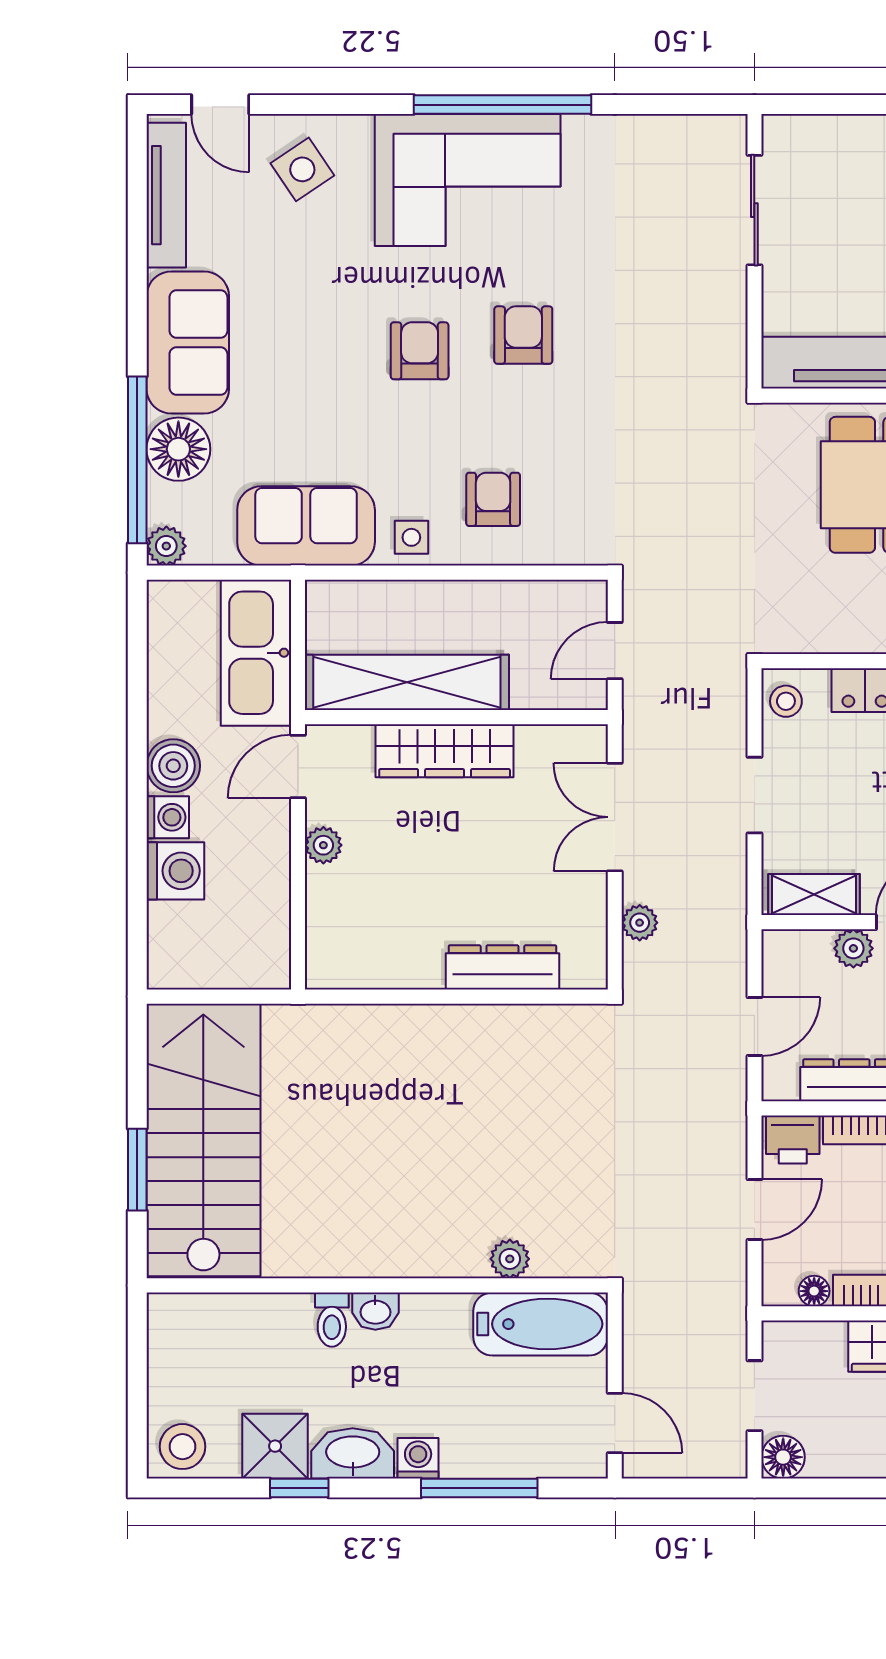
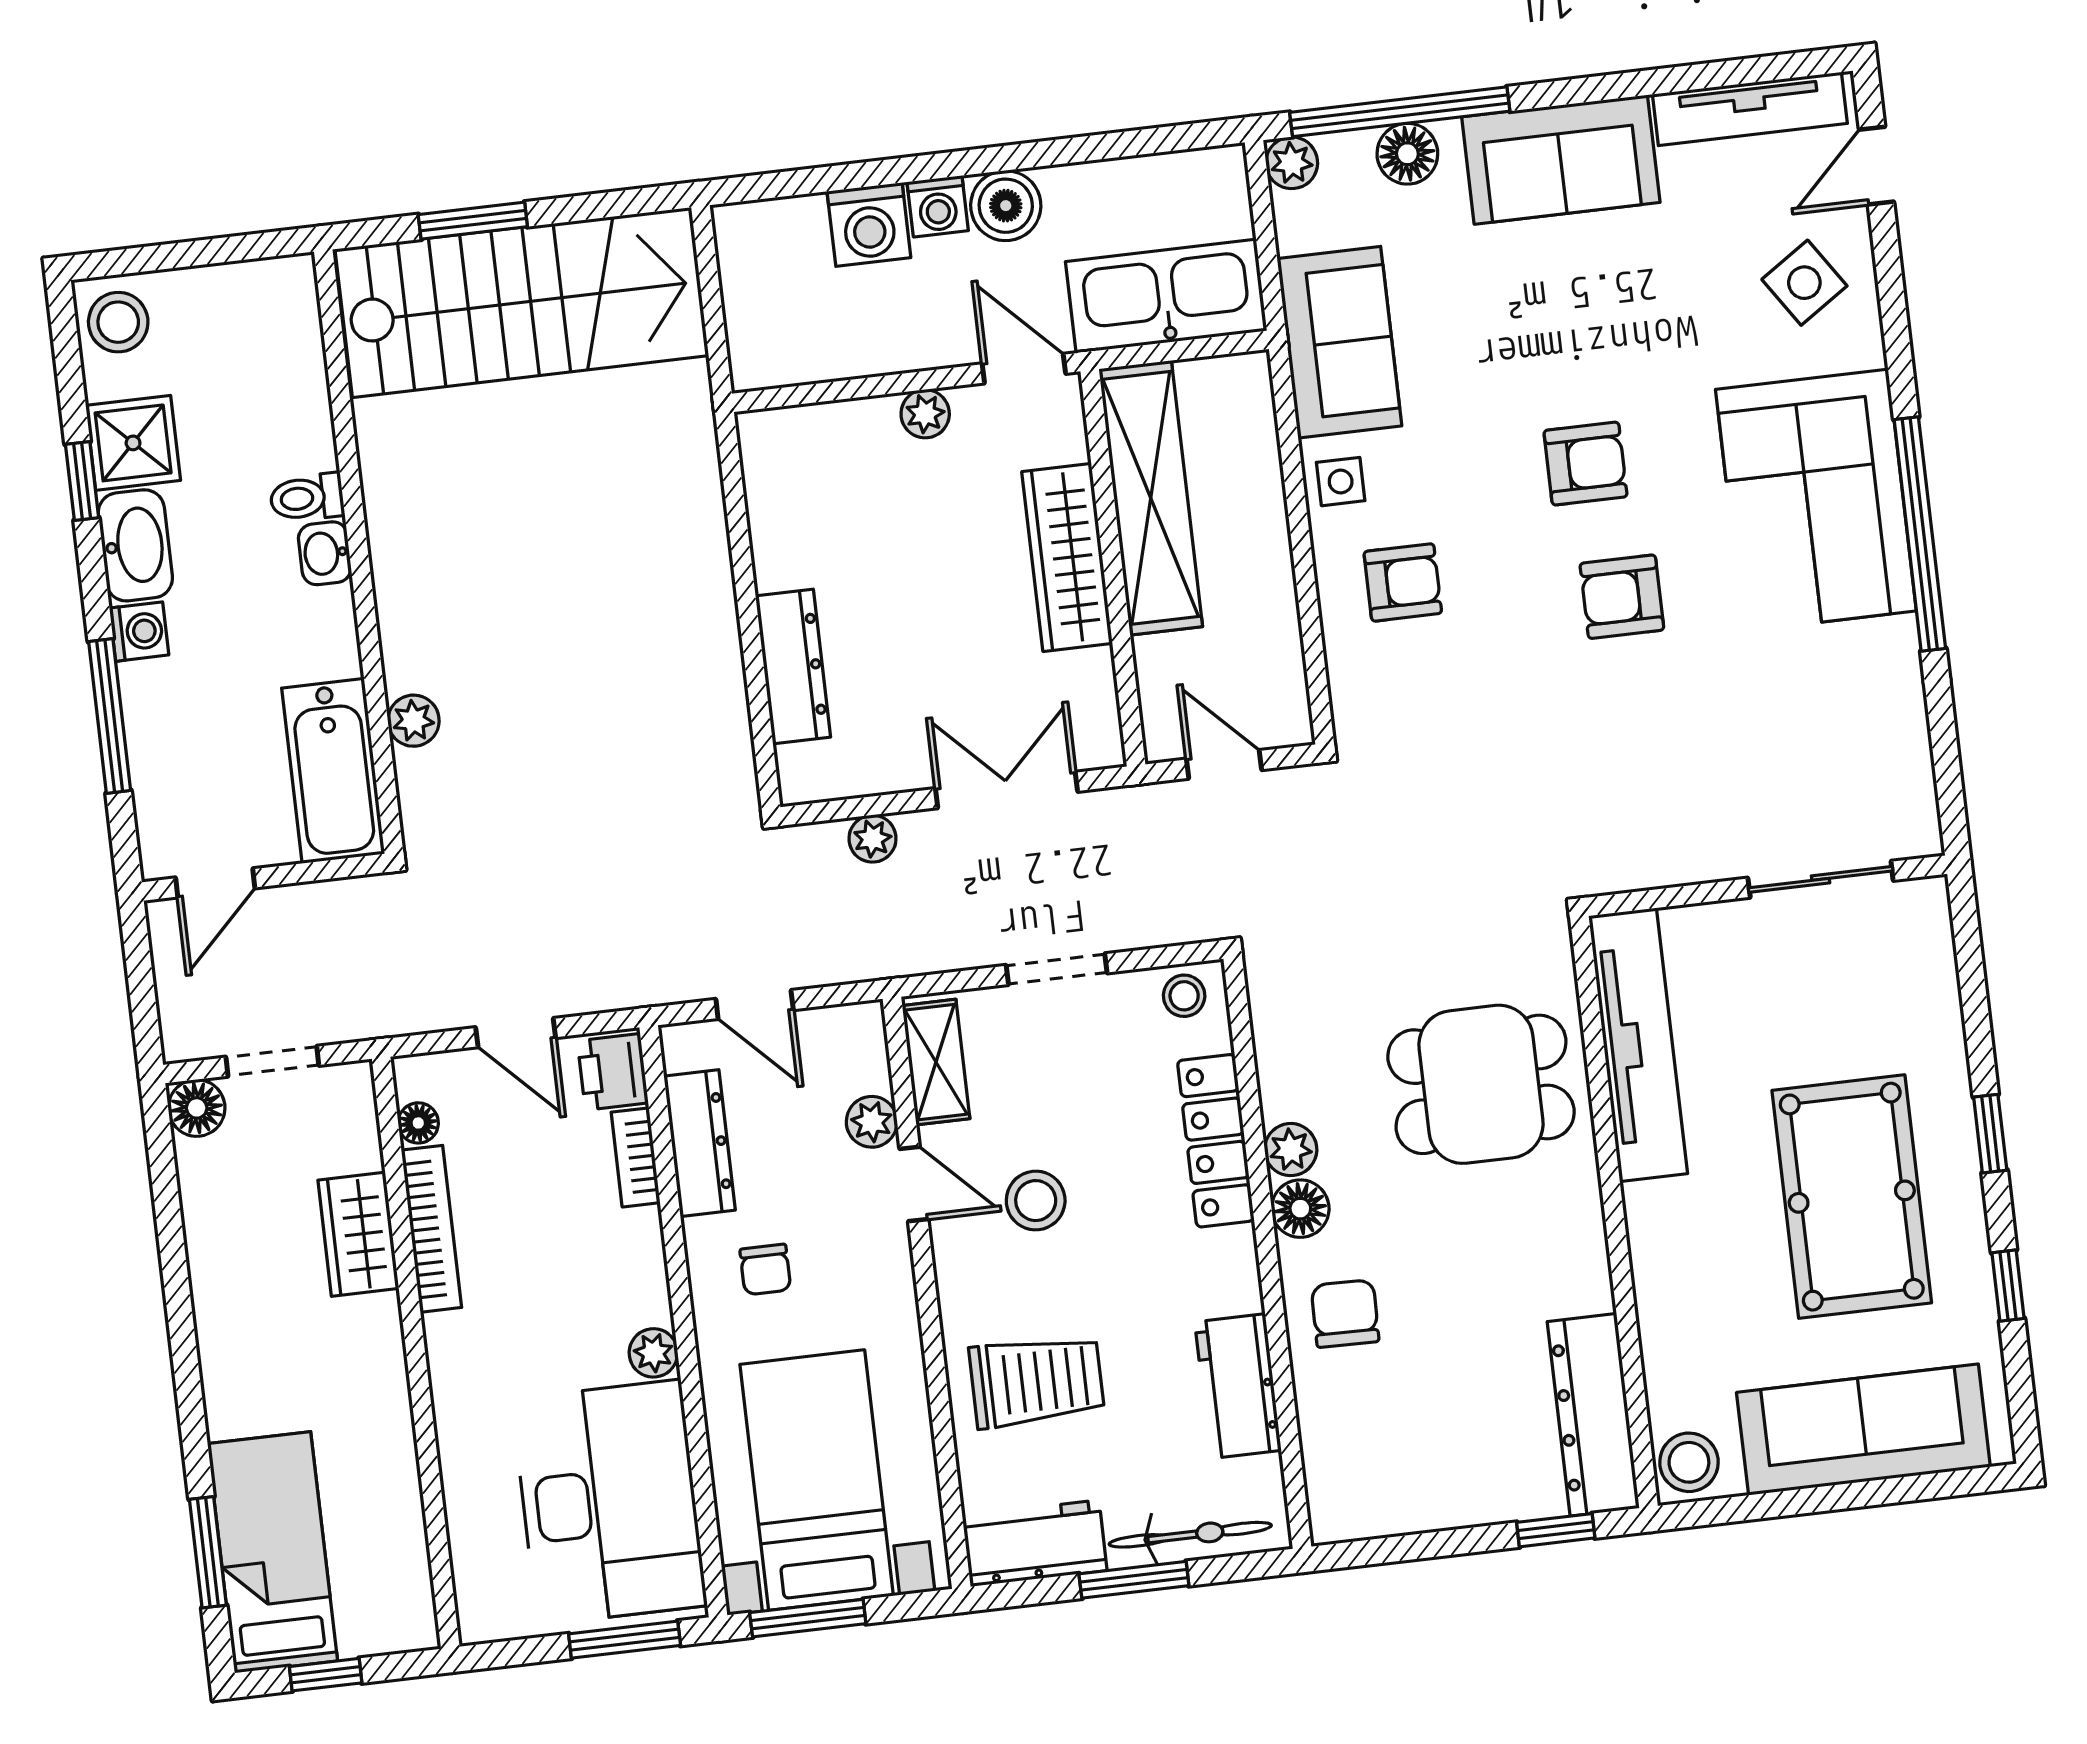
armchair: (523, 335) -> (1622, 597), turned 180
floor lamp: (178, 449) -> (1407, 154), width x0.73, depth x0.73

